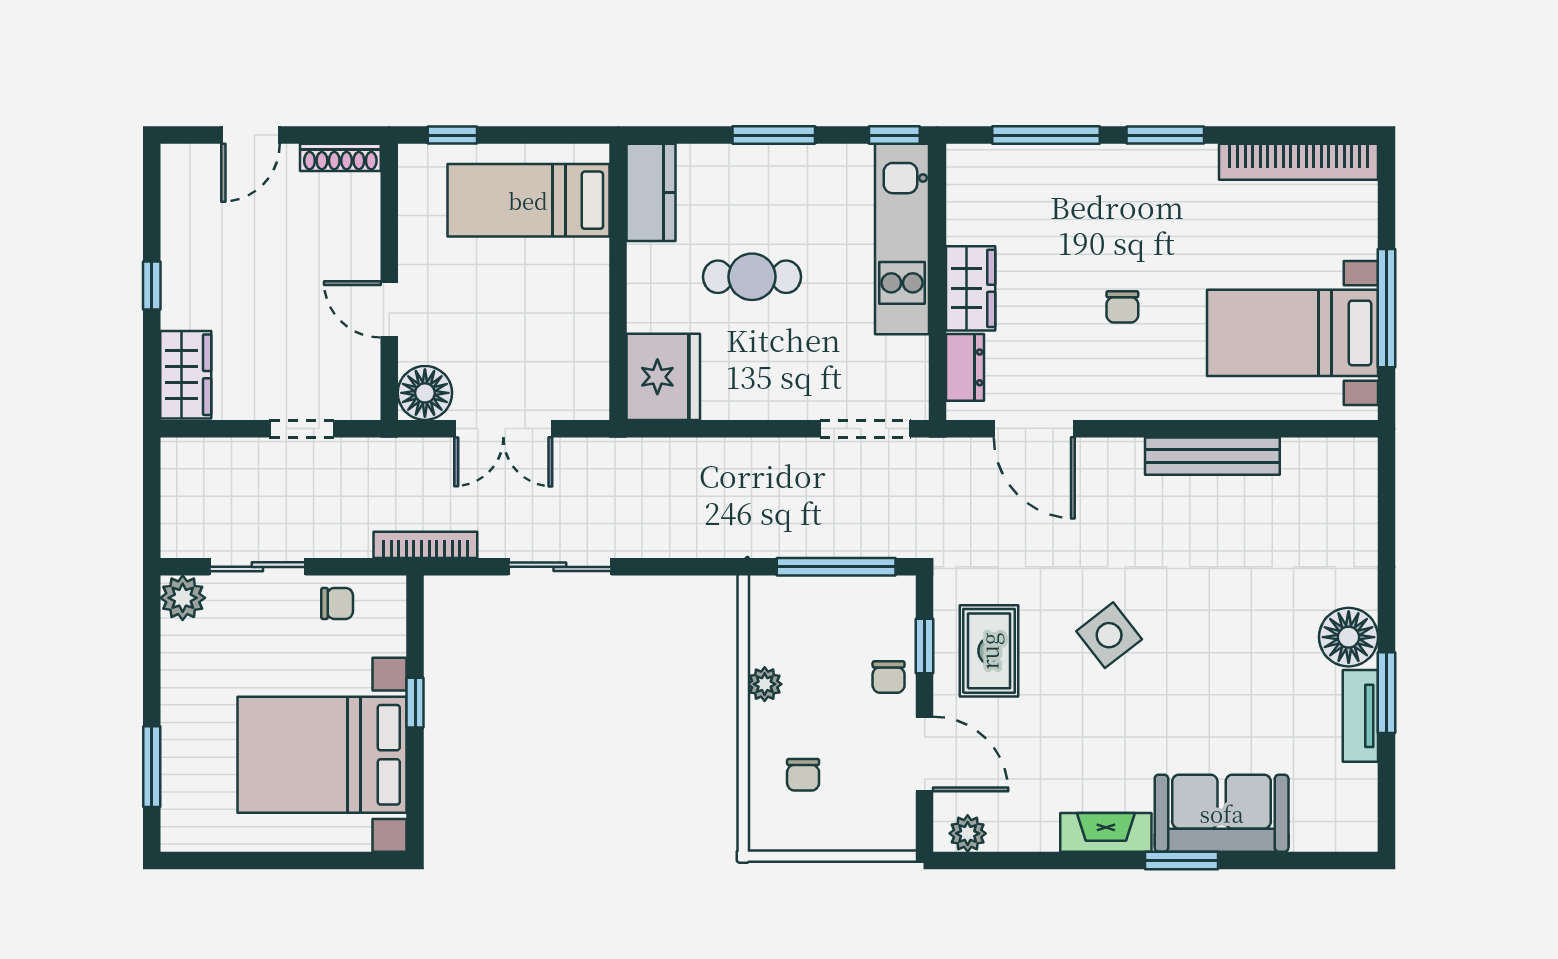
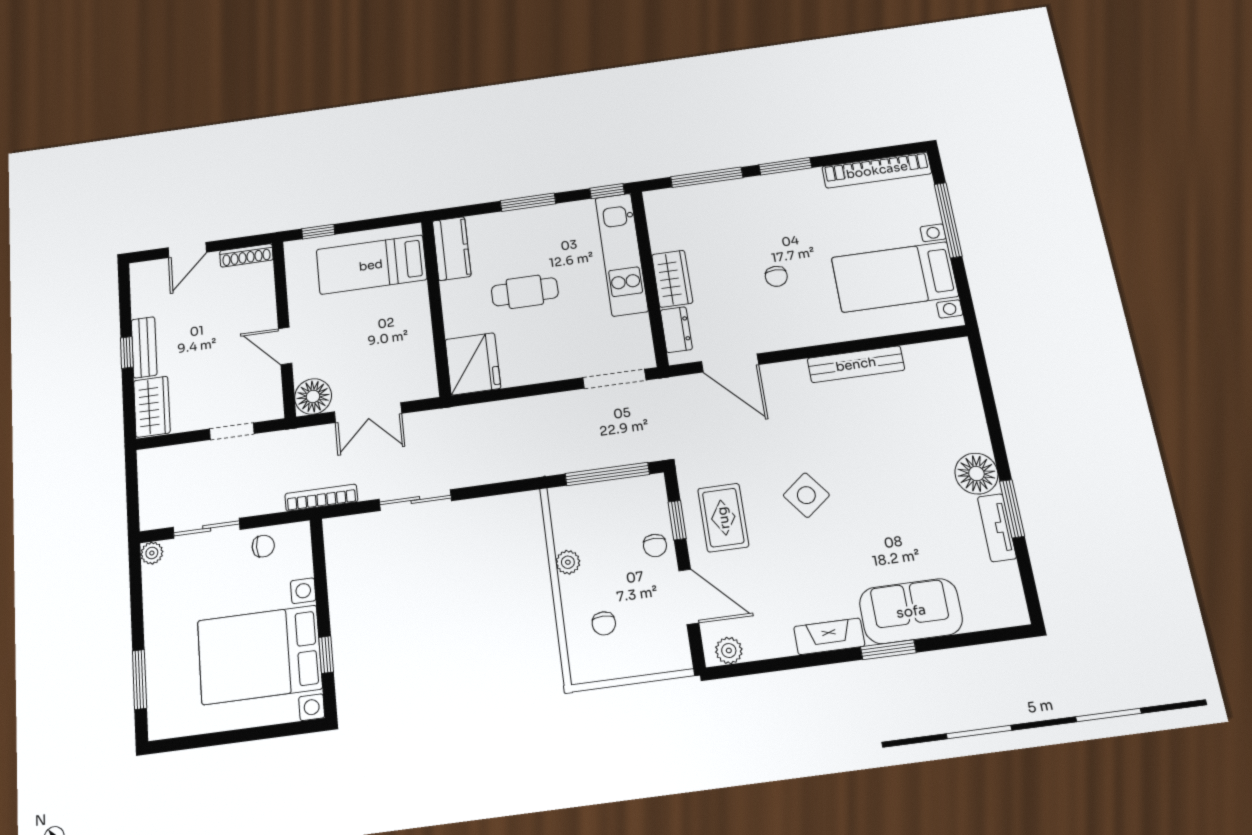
bench: (178, 281) -> (144, 347), added
window: (1387, 308) -> (948, 220), moved
plant: (183, 598) -> (152, 553), width x0.73, depth x0.73
window: (415, 703) -> (326, 655), moved

